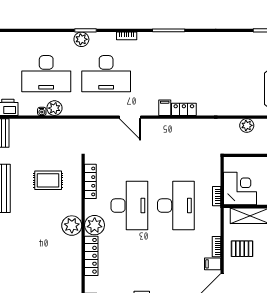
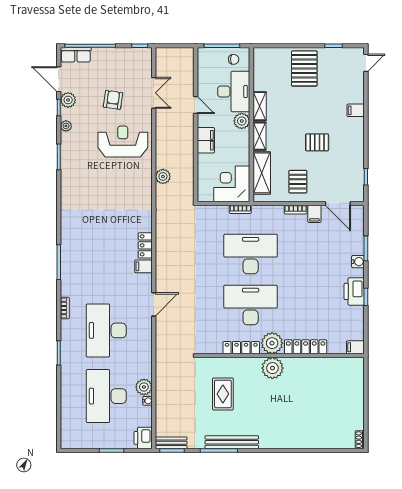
plant: (81, 39) -> (69, 358), removed
desk: (46, 74) -> (106, 396), turned 180
desk: (106, 74) -> (106, 330), turned 180
locker: (90, 181) -> (241, 348), moved

